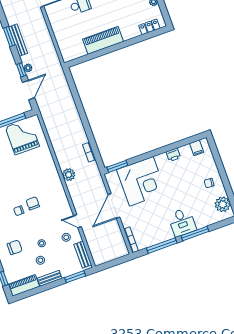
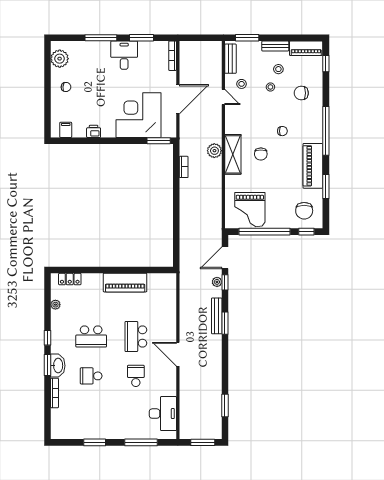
shelving: (53, 177) -> (233, 154), added
chair: (33, 203) -> (261, 154), moved
desk: (182, 222) -> (124, 55), moved
window: (162, 246) -> (141, 38), width x0.69

